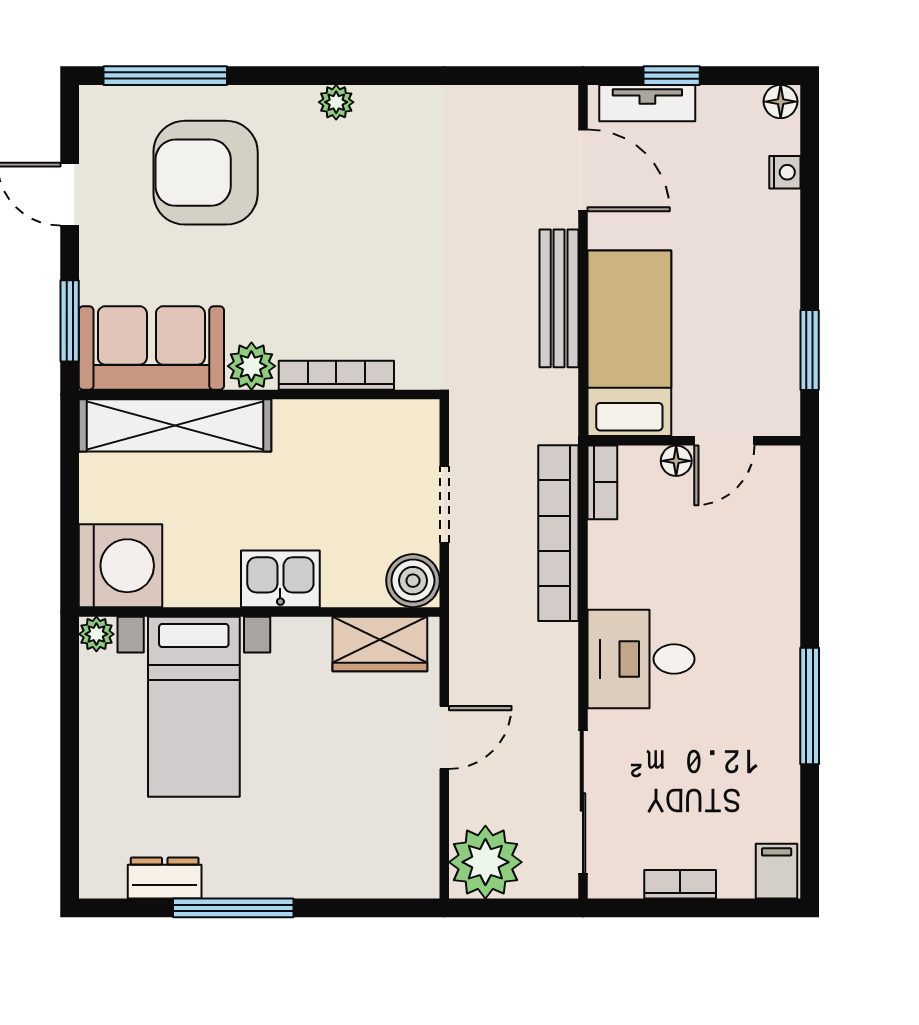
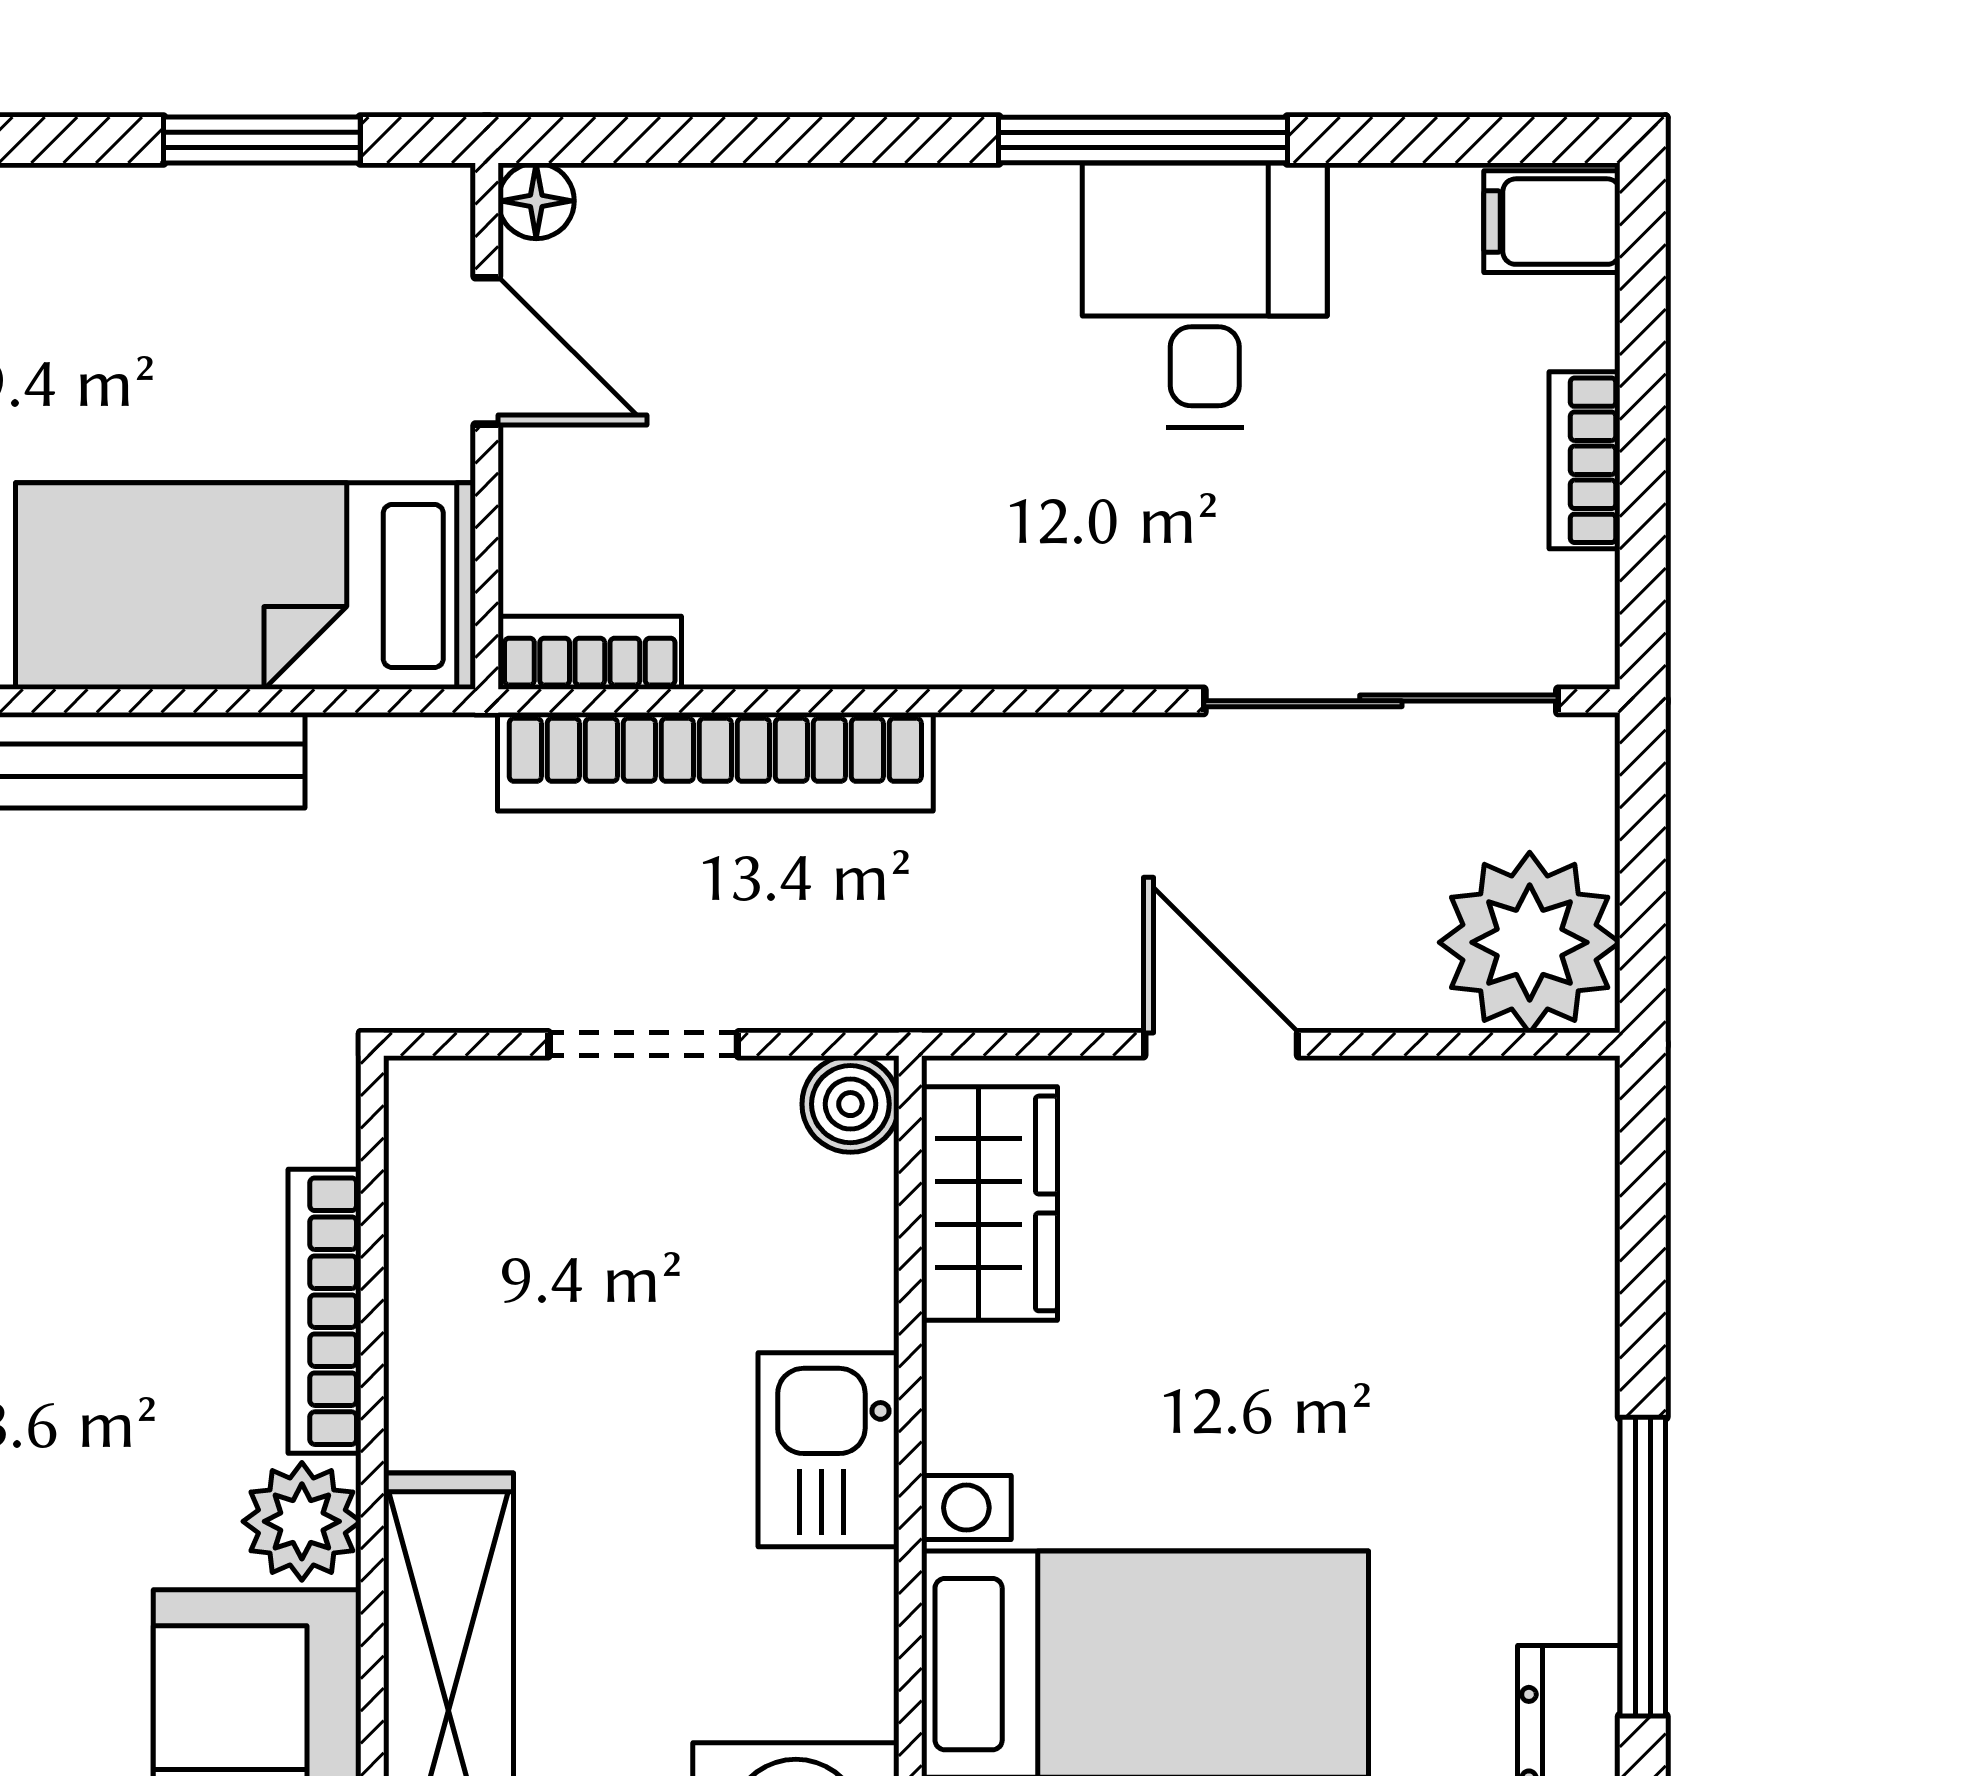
floor lamp: (676, 461) -> (536, 201), moved
boiler: (413, 581) -> (850, 1104), width x0.73, depth x0.73
desk: (641, 659) -> (1205, 295), moved, turned 180

